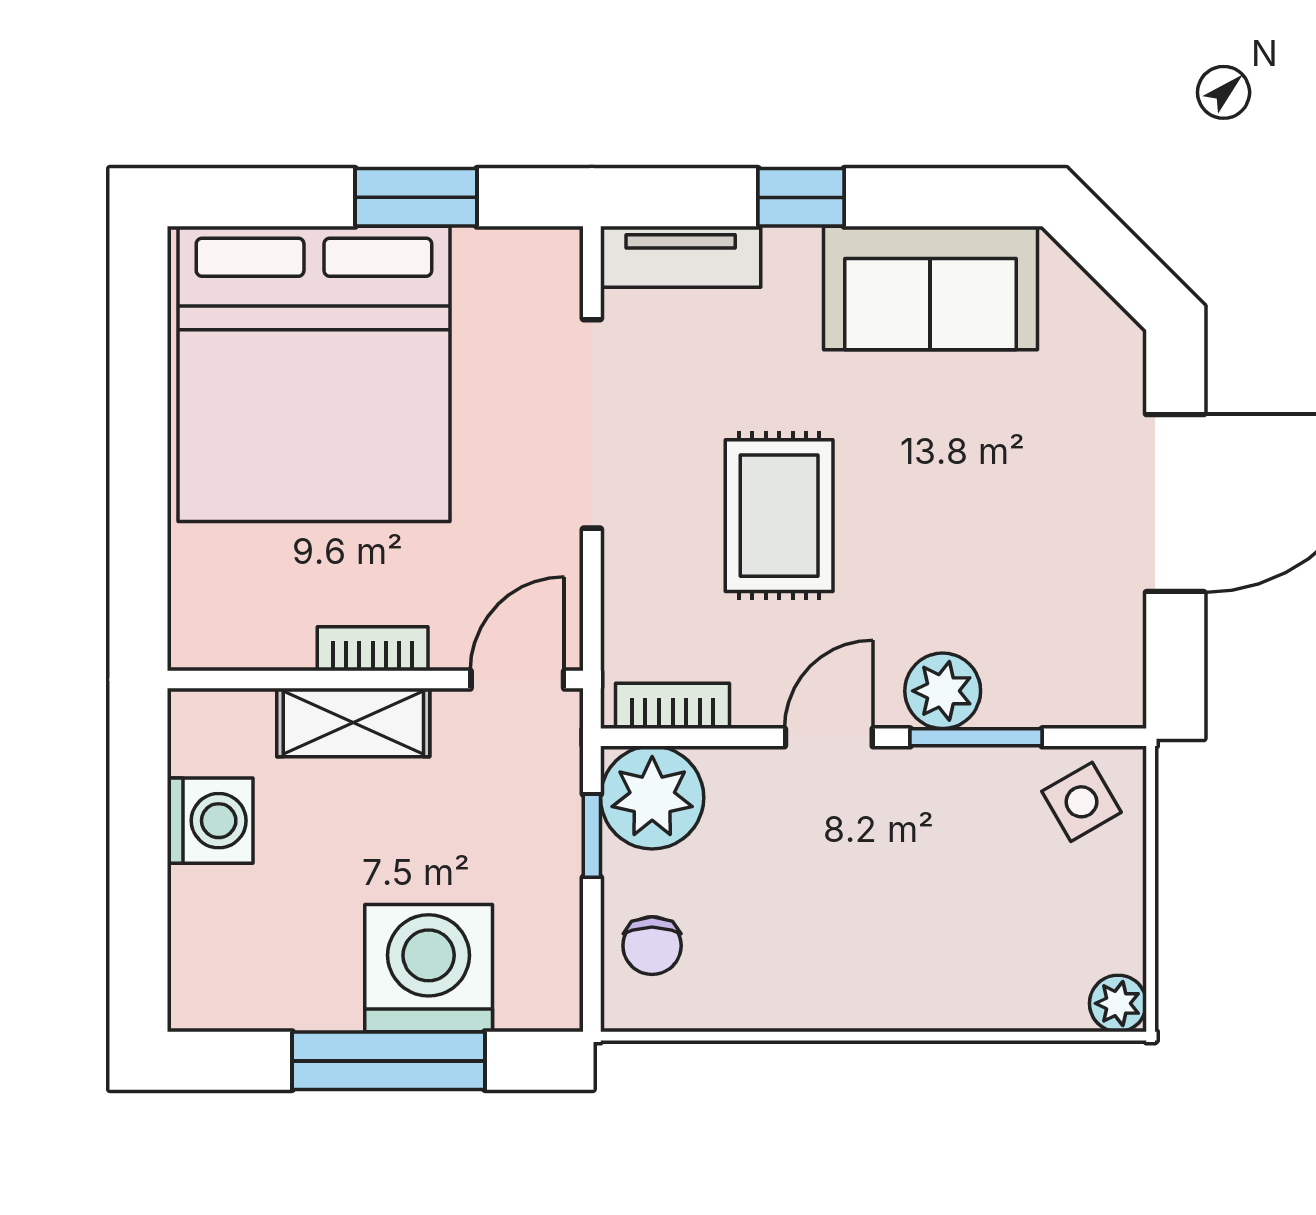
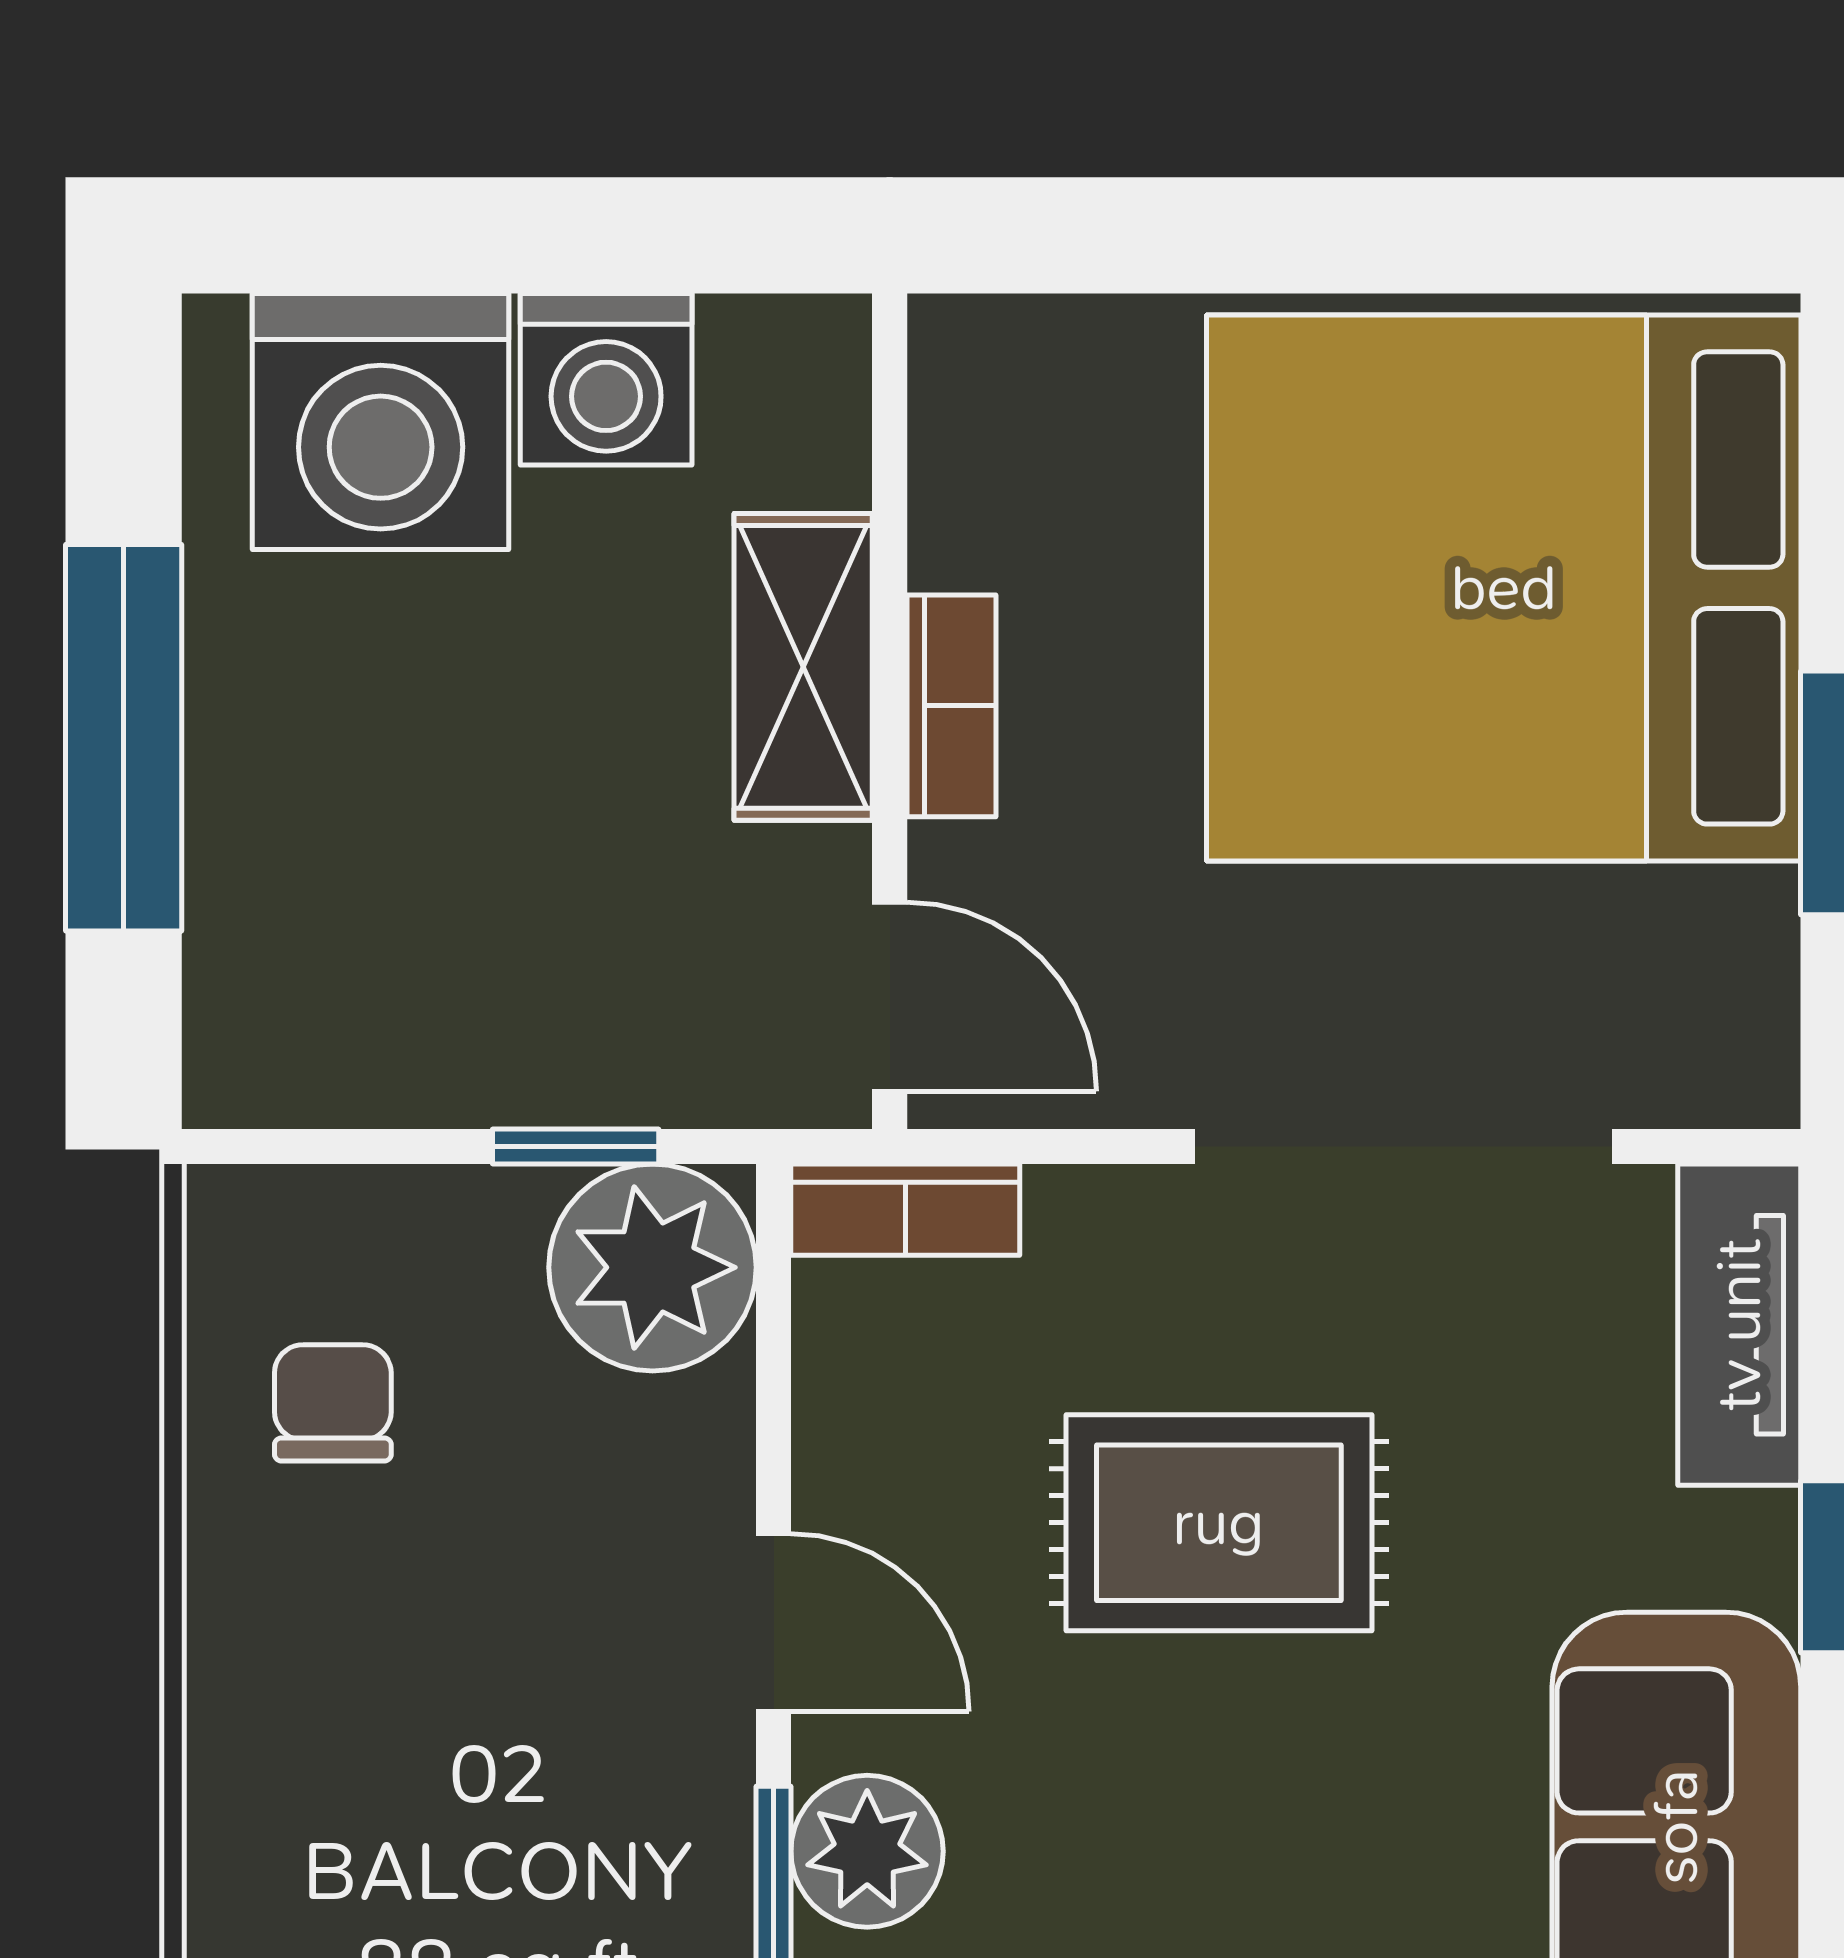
bookcase: (673, 706) -> (905, 1210), moved, turned 90
chair: (652, 946) -> (333, 1403), moved, turned 90
washing machine: (429, 968) -> (381, 422), moved, turned 90

